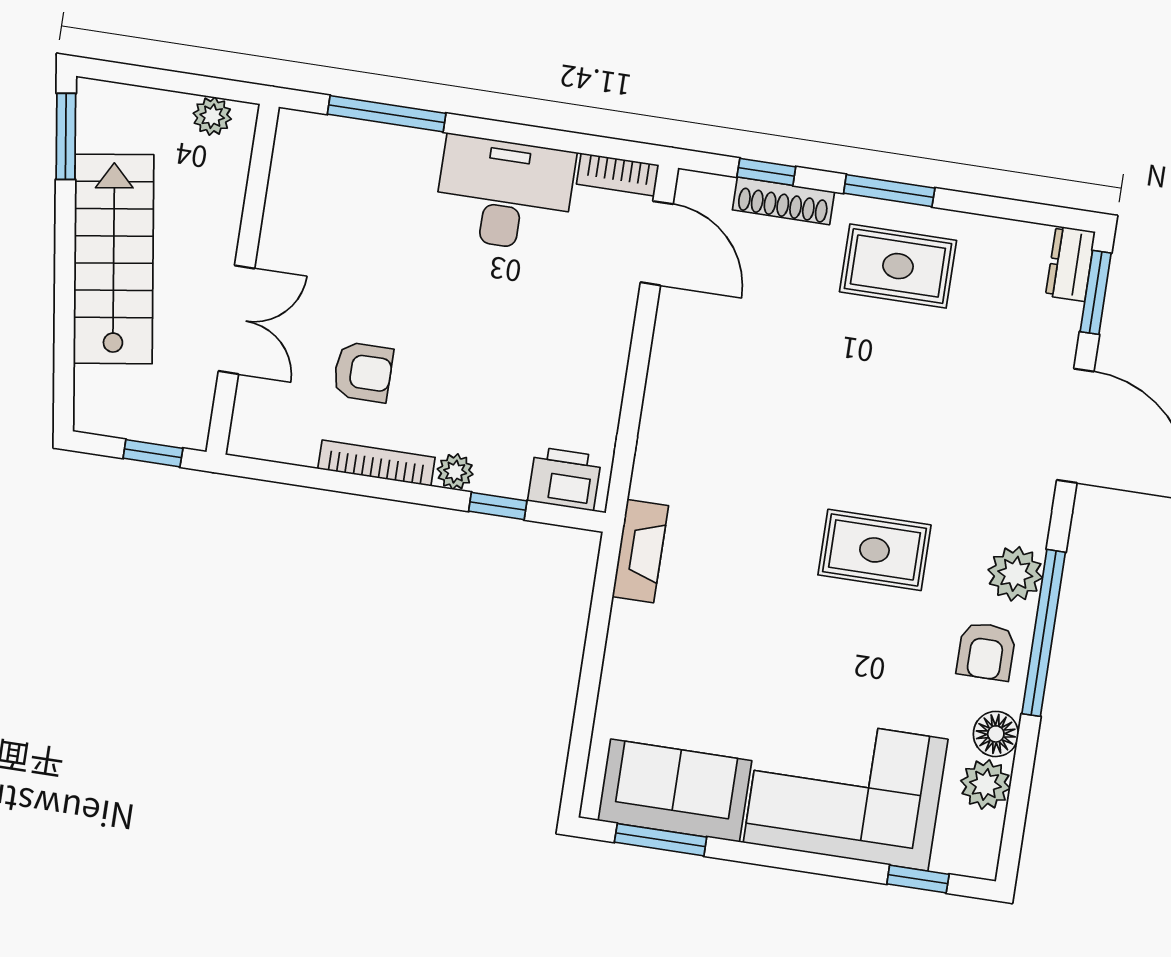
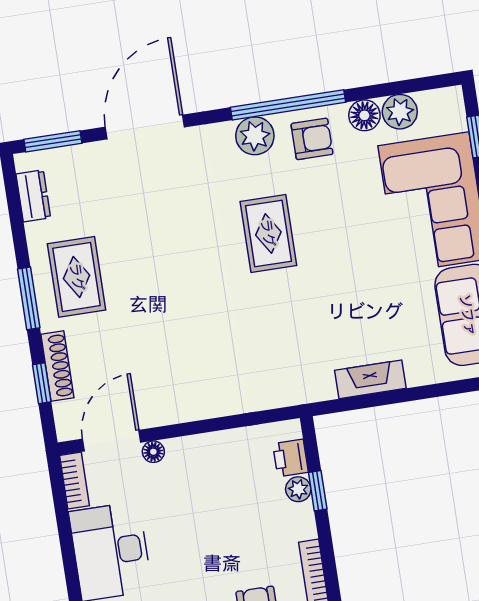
dresser: (1070, 264) -> (33, 196), moved, turned -90
floor lamp: (623, 296) -> (153, 452), added
plant: (455, 472) -> (298, 489), moved
printer: (565, 479) -> (290, 458), width x0.73, depth x0.81
fireplace: (640, 551) -> (370, 379), moved

